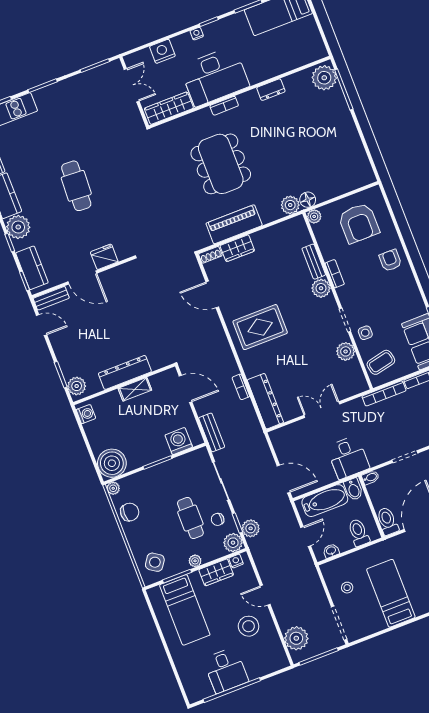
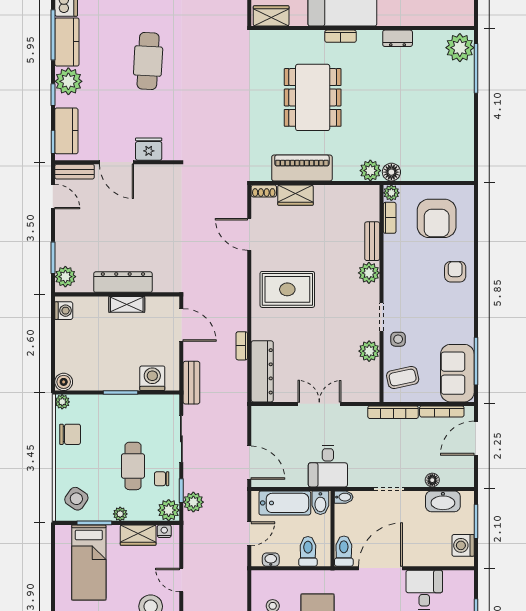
wardrobe: (169, 108) -> (271, 16), width x0.67
bookcase: (335, 274) -> (390, 218), moved
boiler: (112, 463) -> (64, 382), width x0.54, depth x0.54

